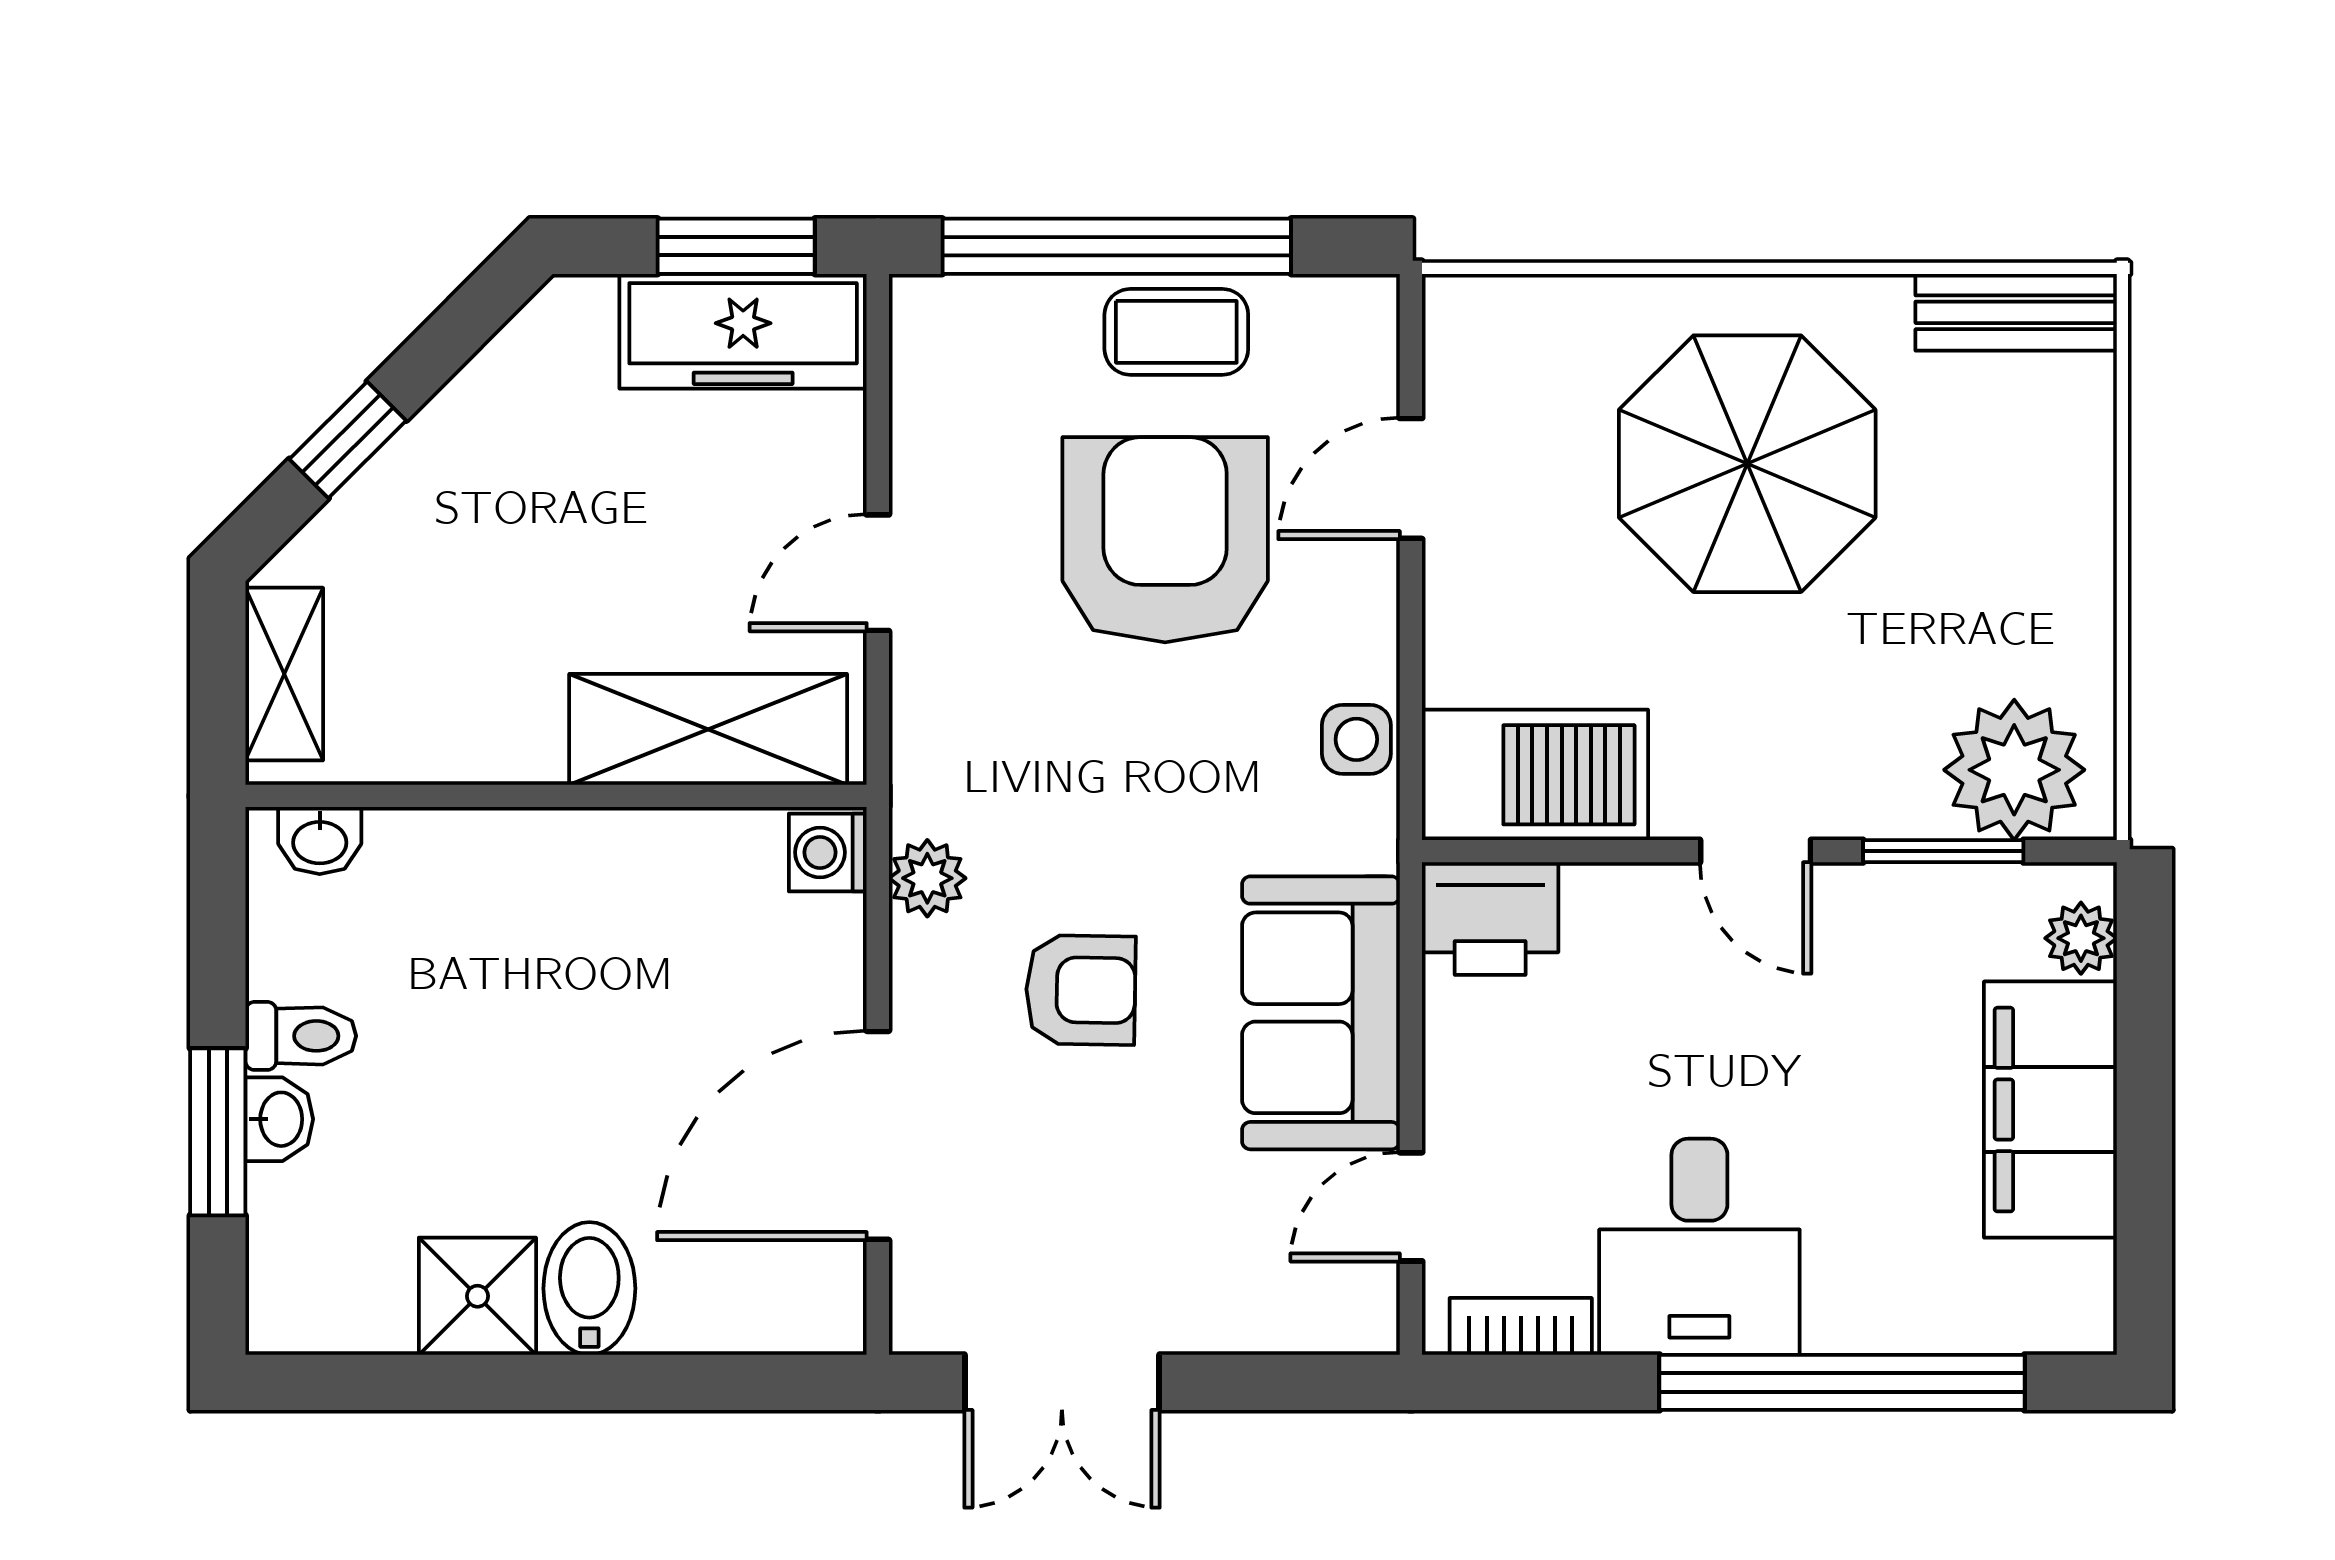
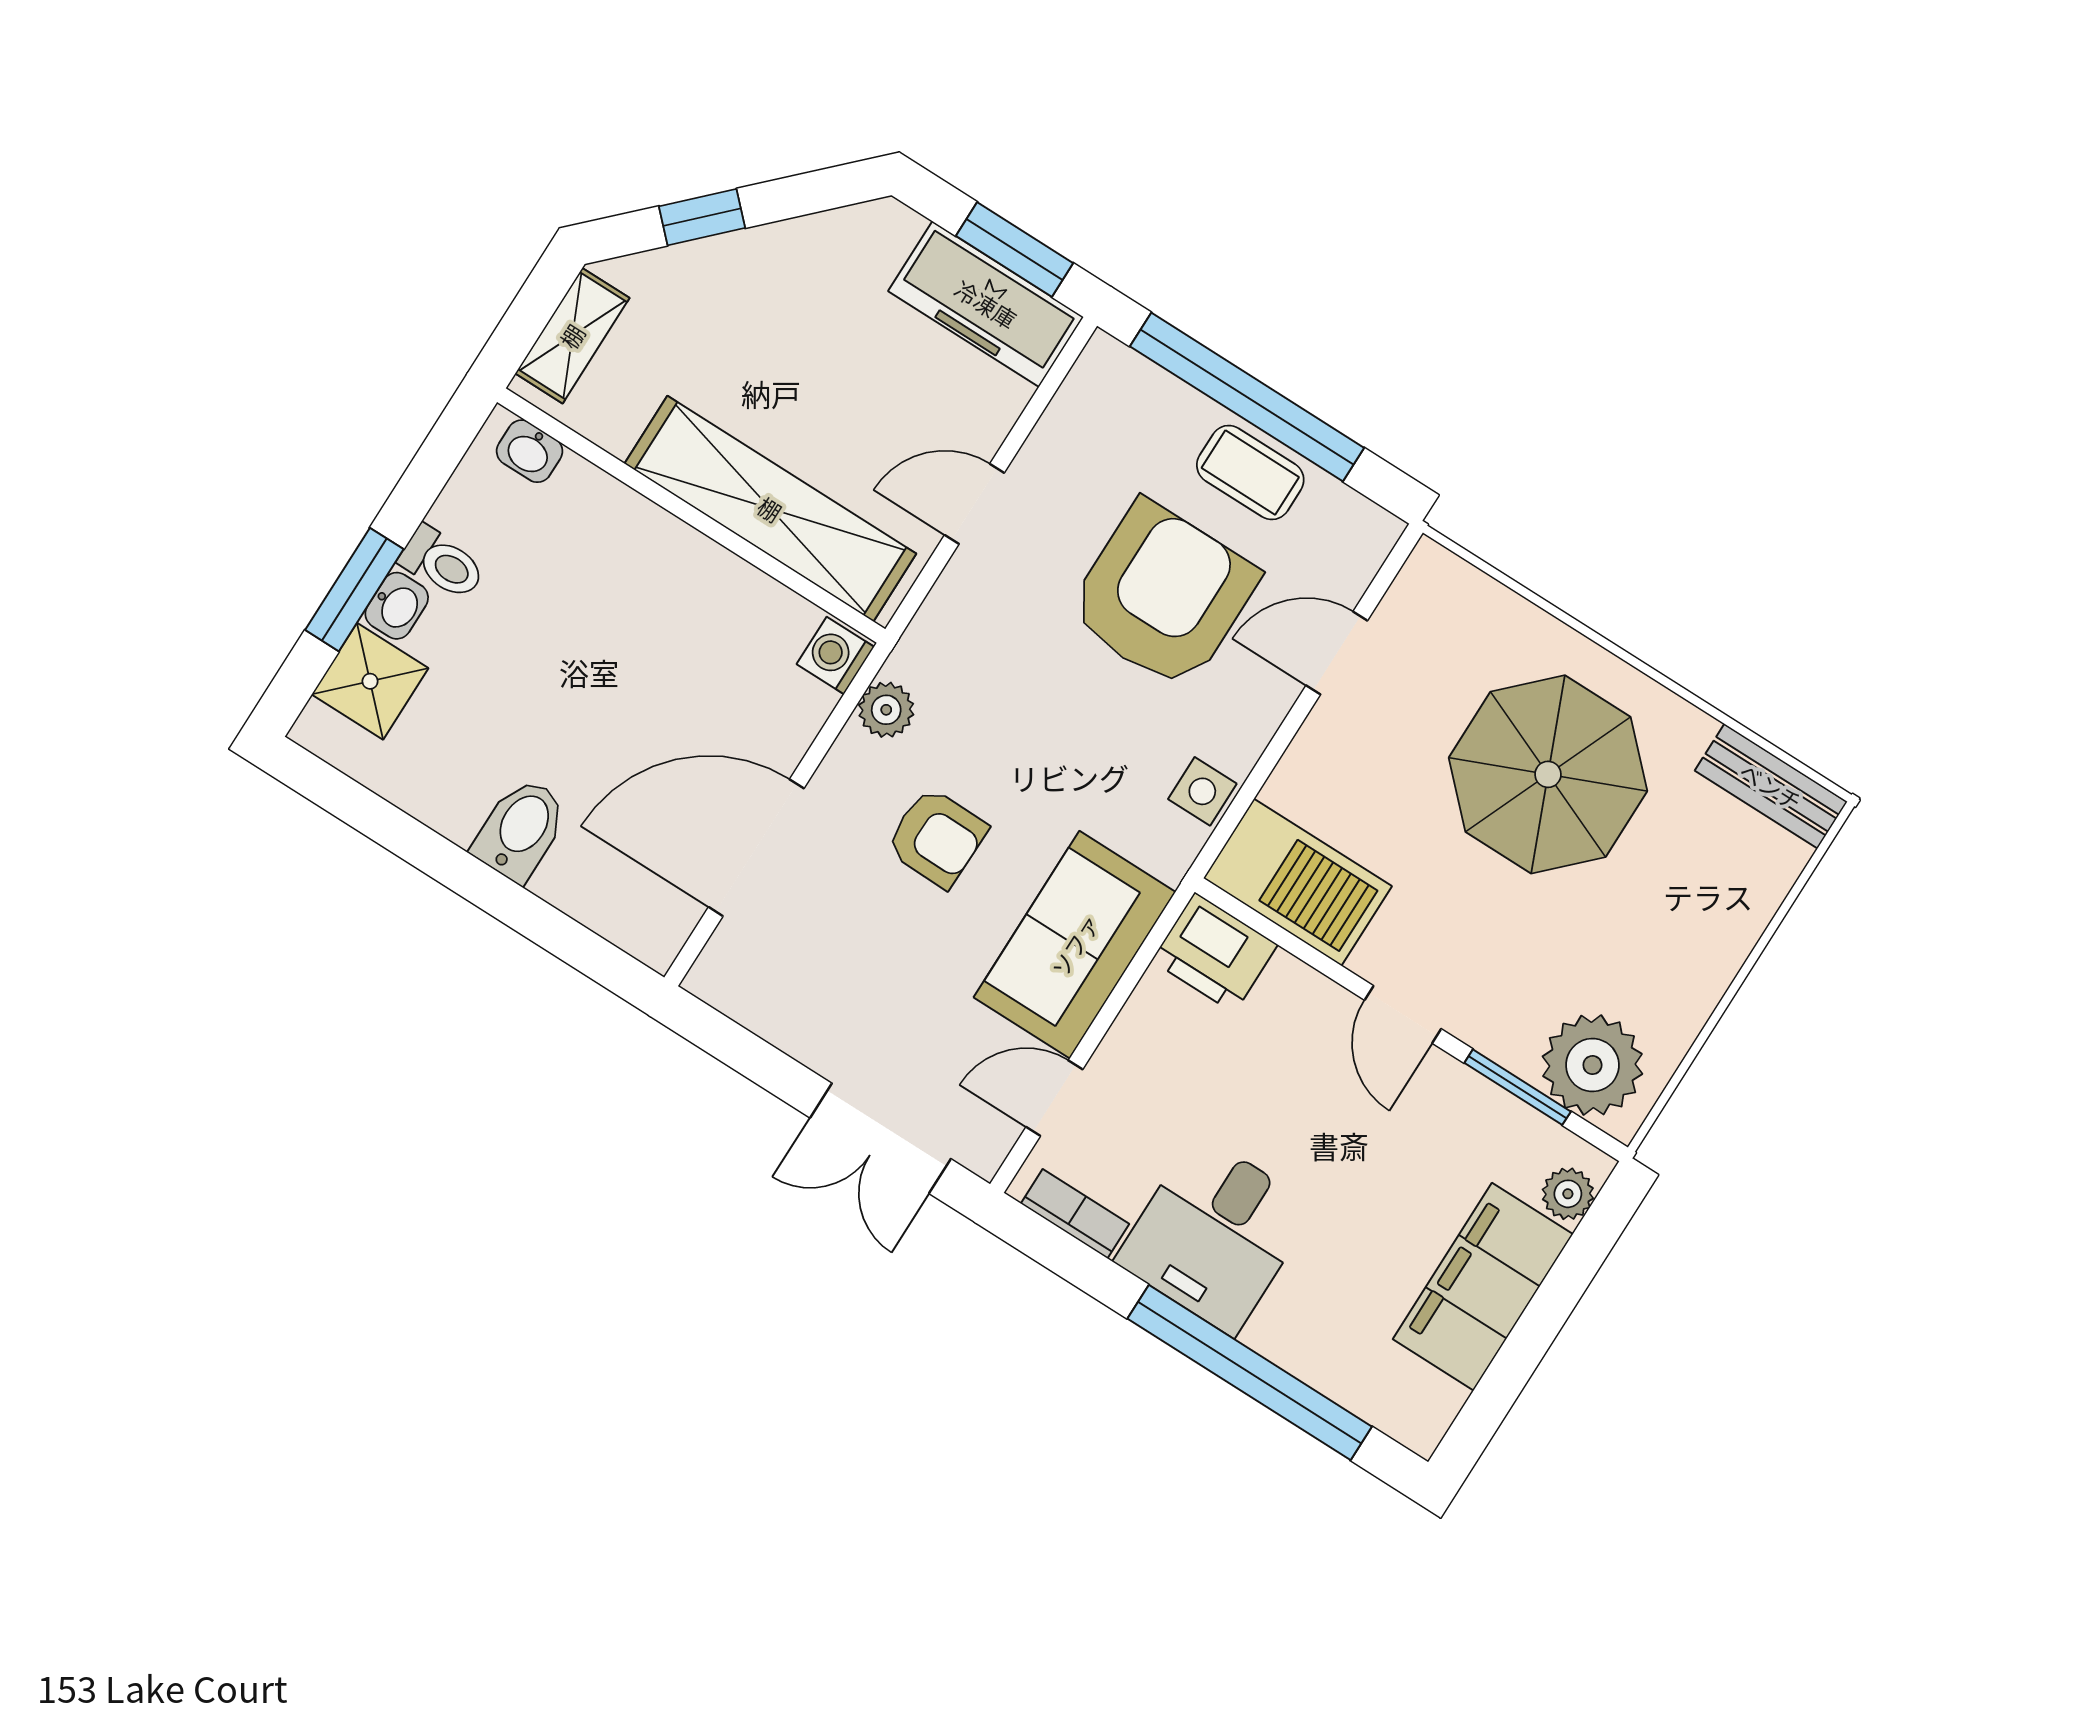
shelving: (708, 729) -> (770, 509), width x1.47
shower: (477, 1296) -> (370, 681), moved
double door: (1062, 1382) -> (880, 1138), moved

